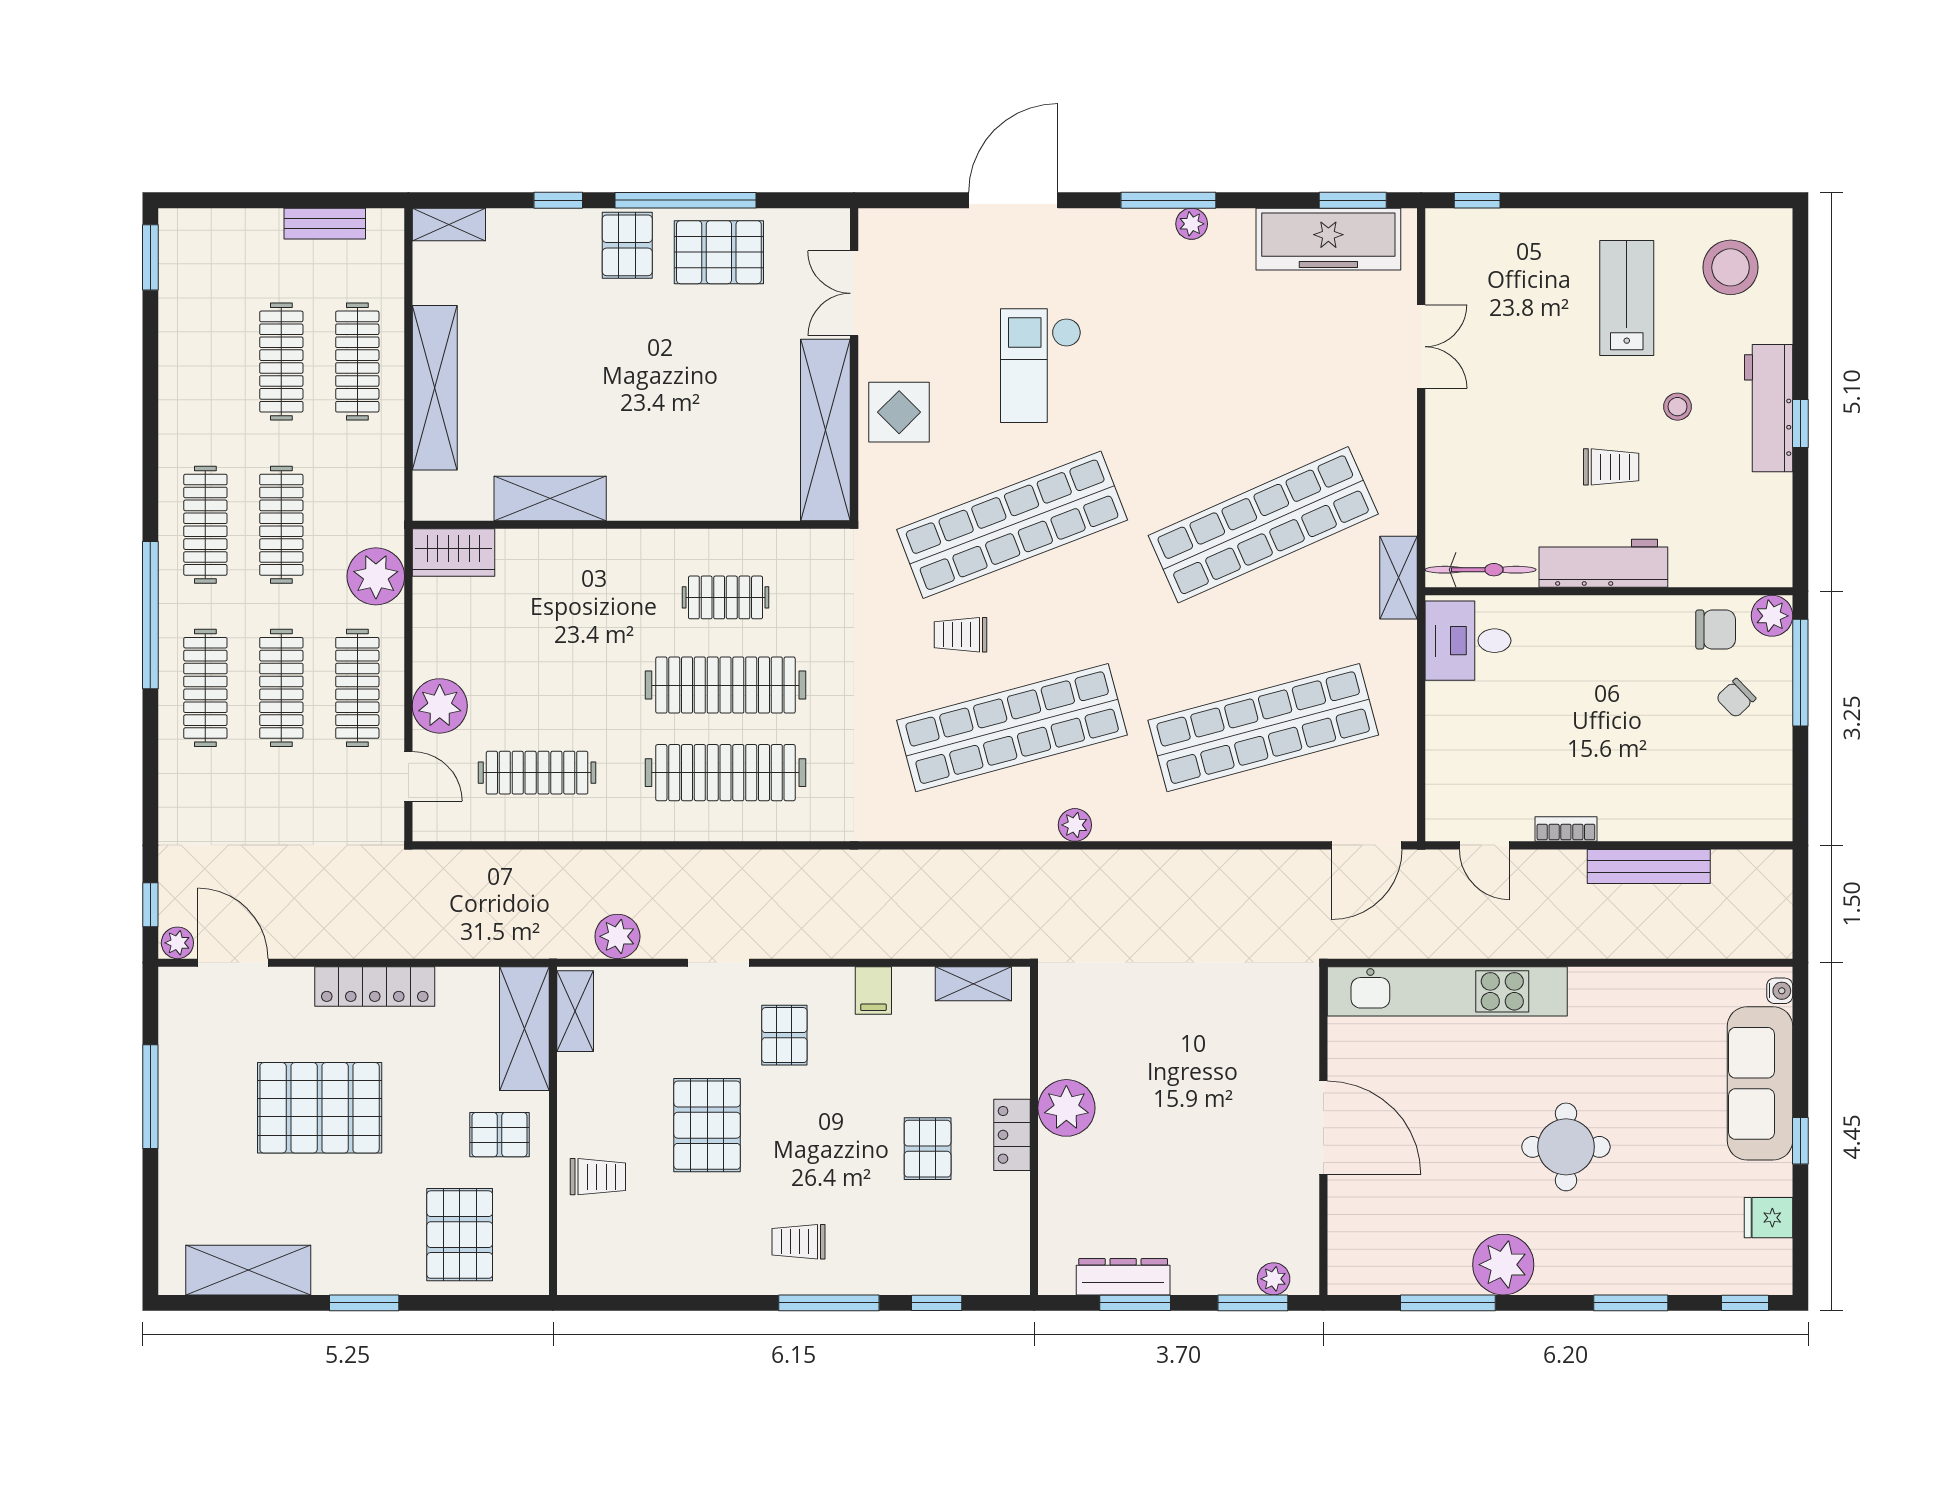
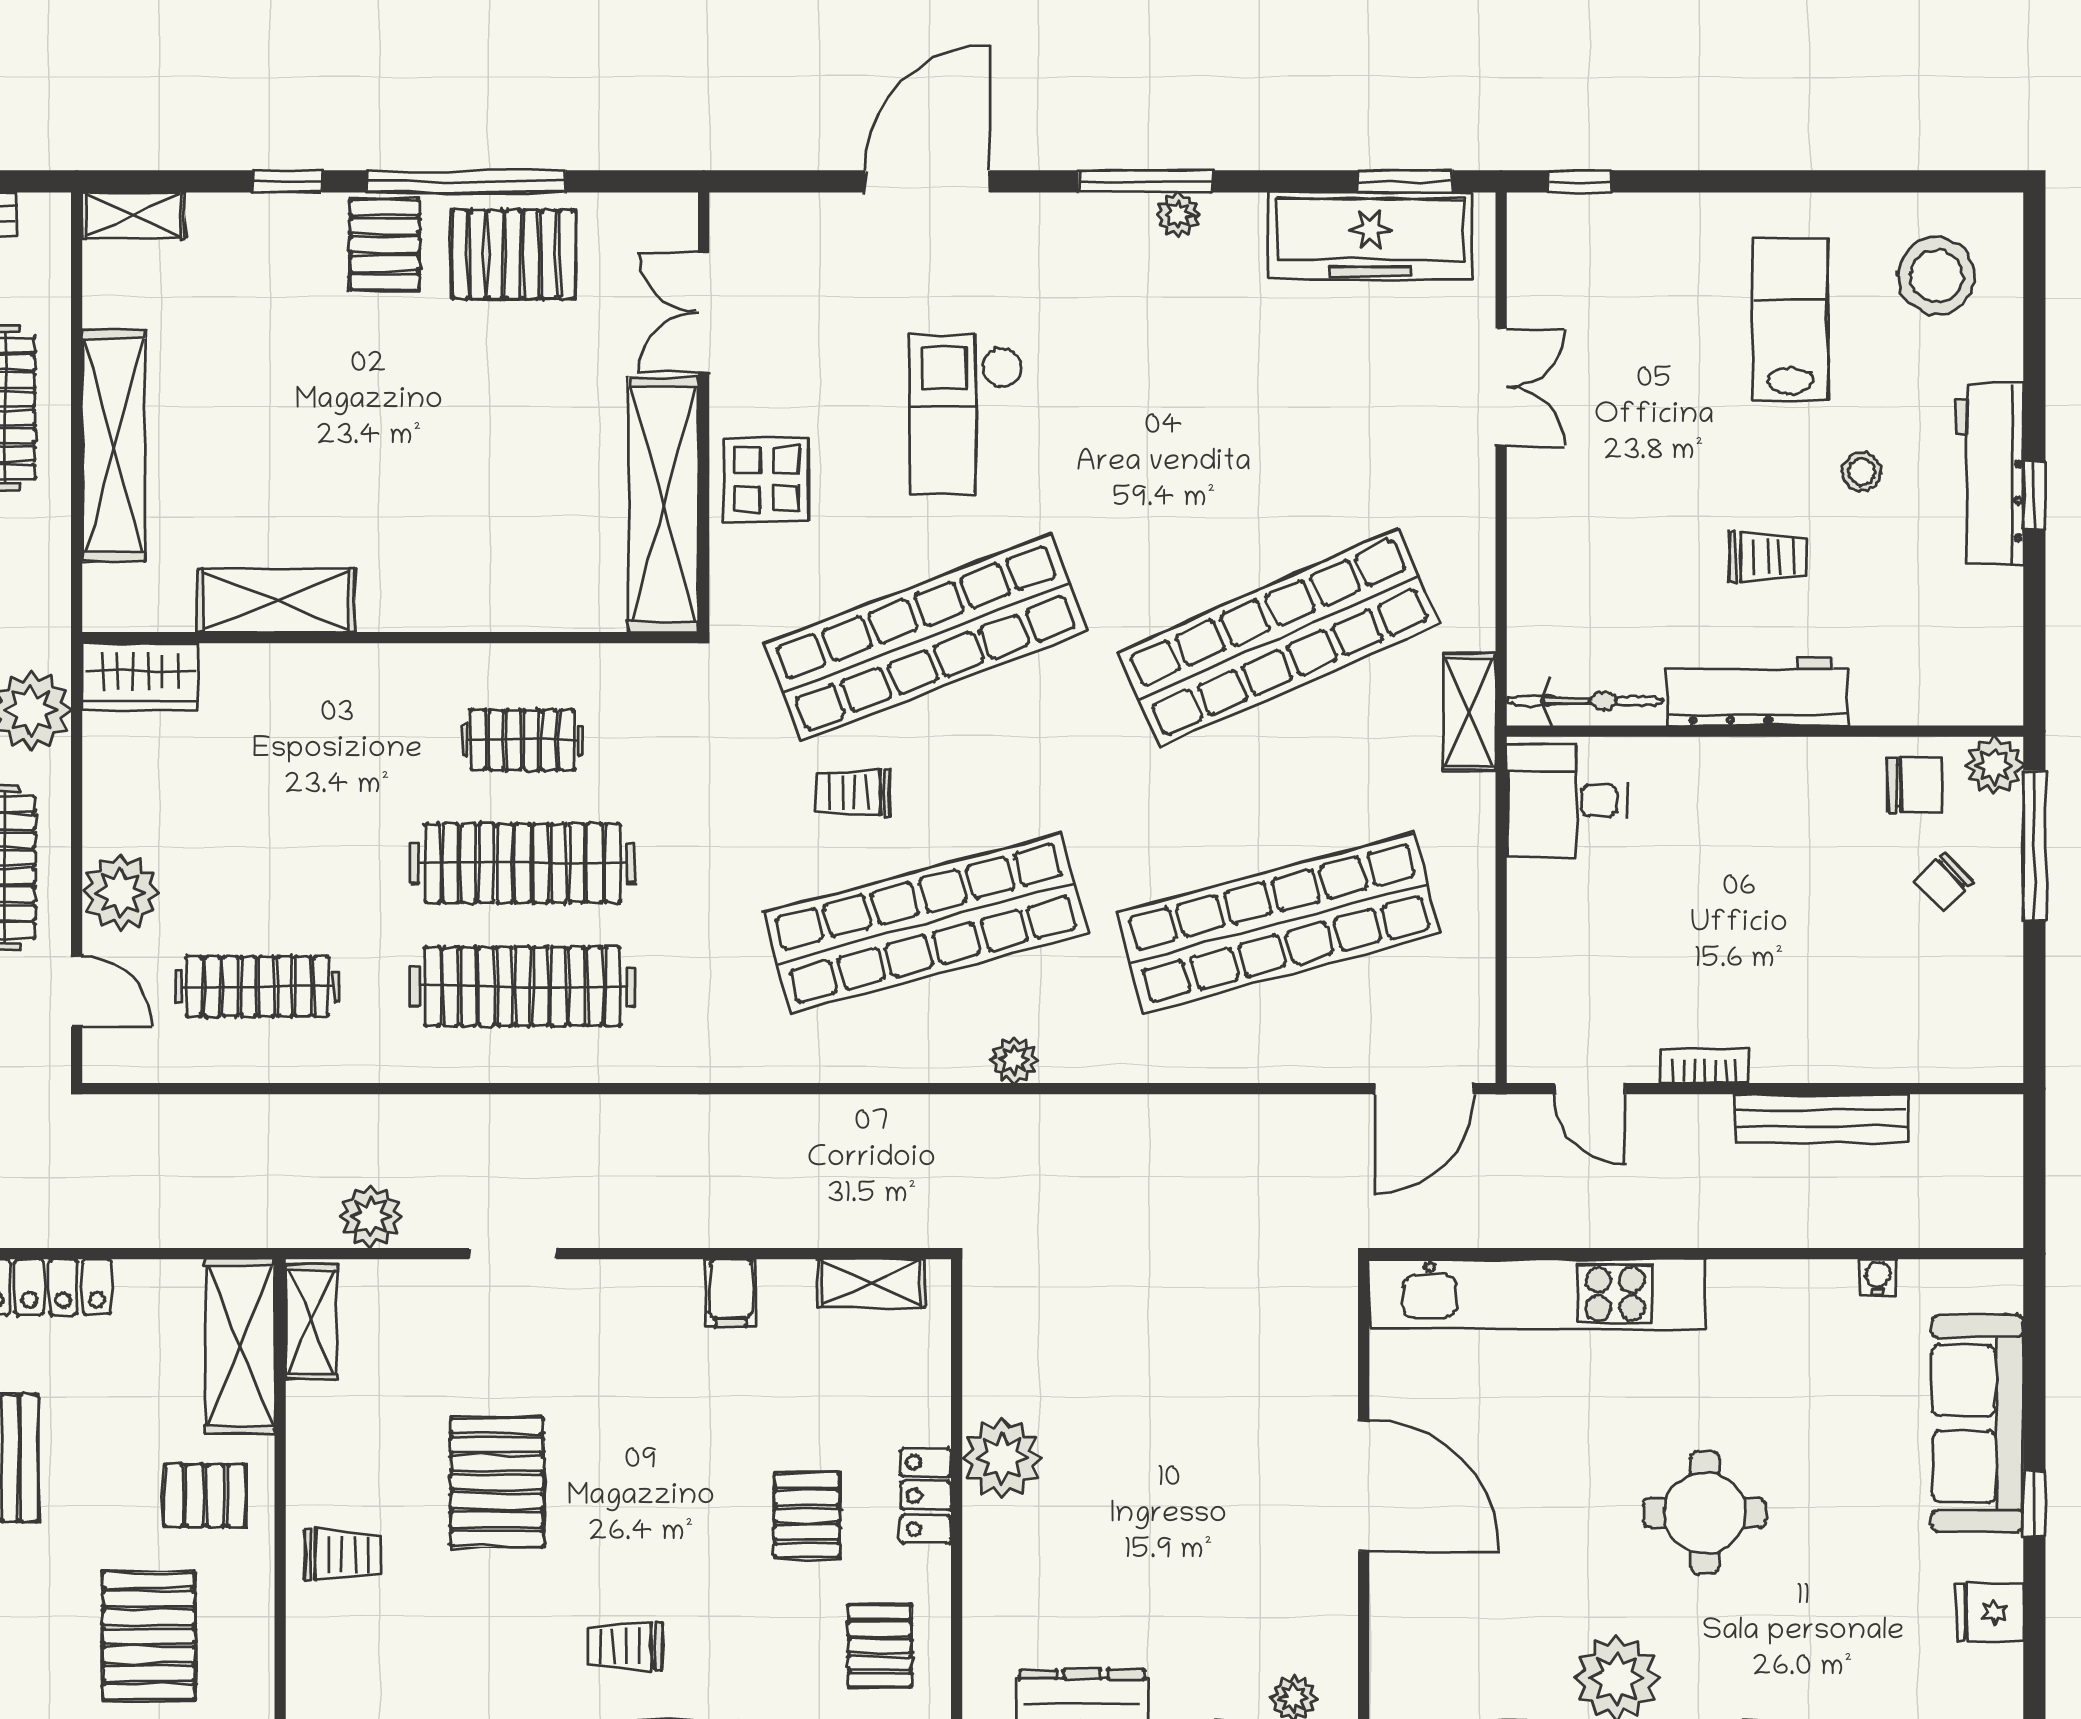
water cooler: (1780, 991) -> (1878, 1277), moved, turned -90
pallet: (784, 1035) -> (880, 1646), moved

